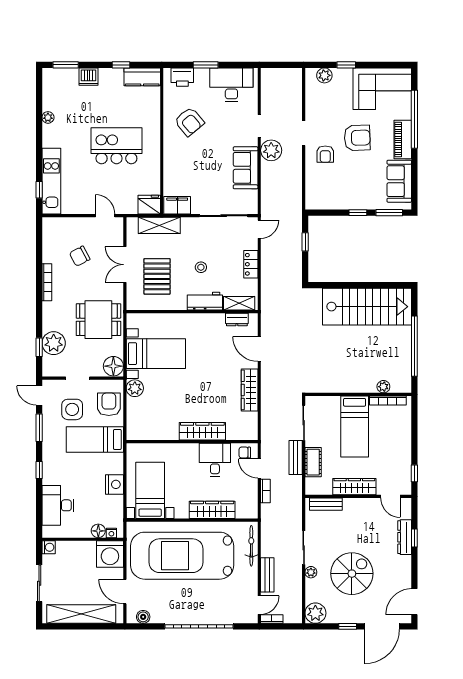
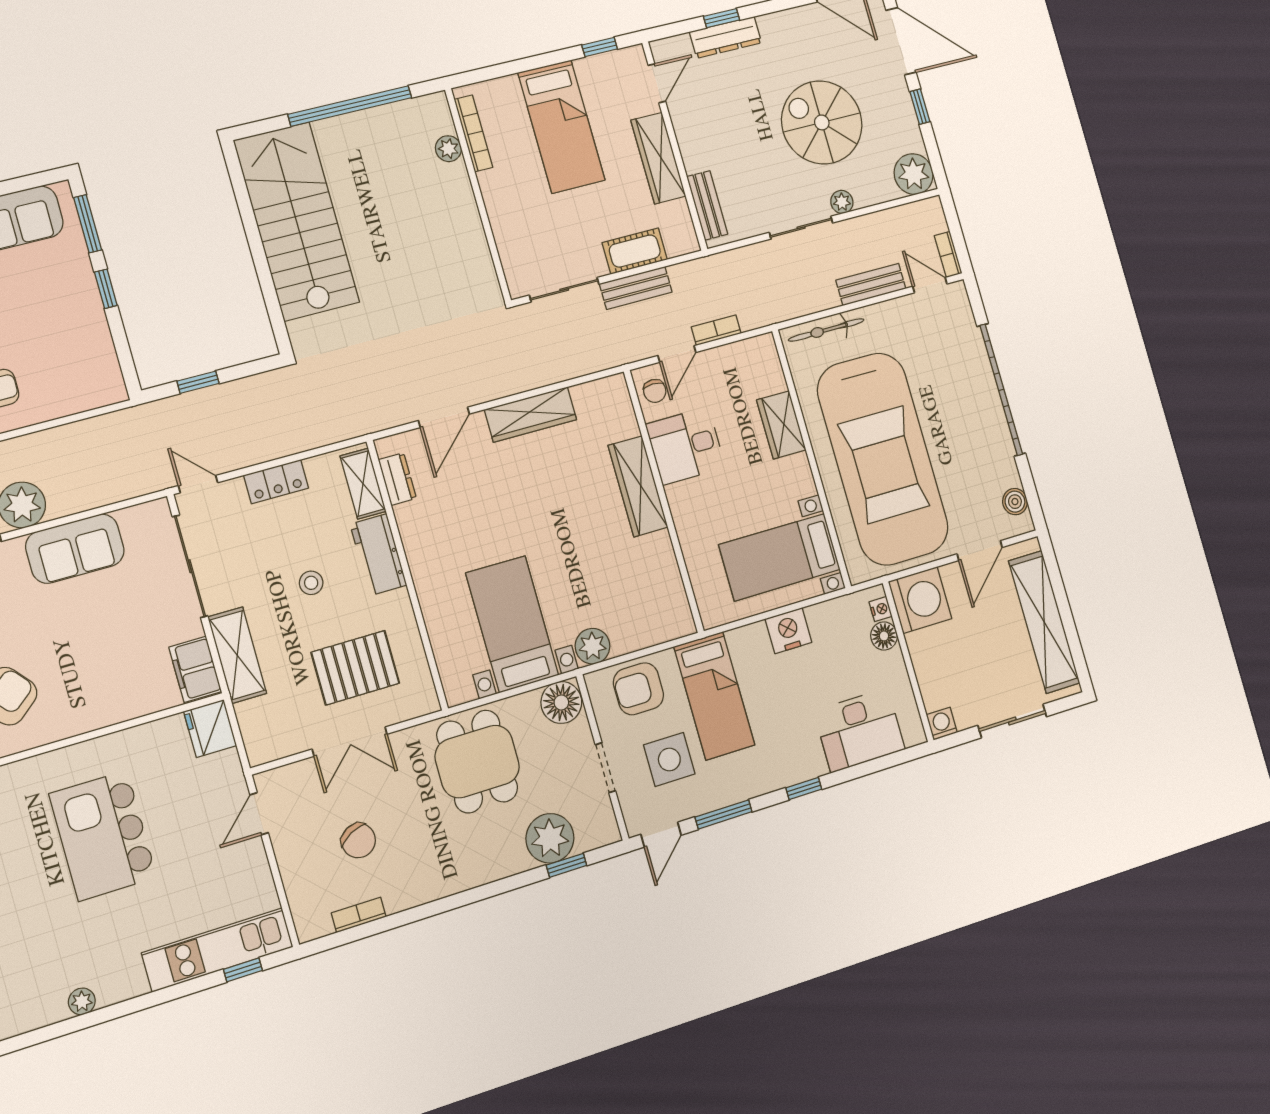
shelving: (159, 225) -> (237, 655), moved
bookcase: (47, 282) -> (359, 915), moved, width x0.64
bed: (355, 426) -> (561, 127), moved, turned 90
wardrobe: (212, 510) -> (781, 425), width x0.67

